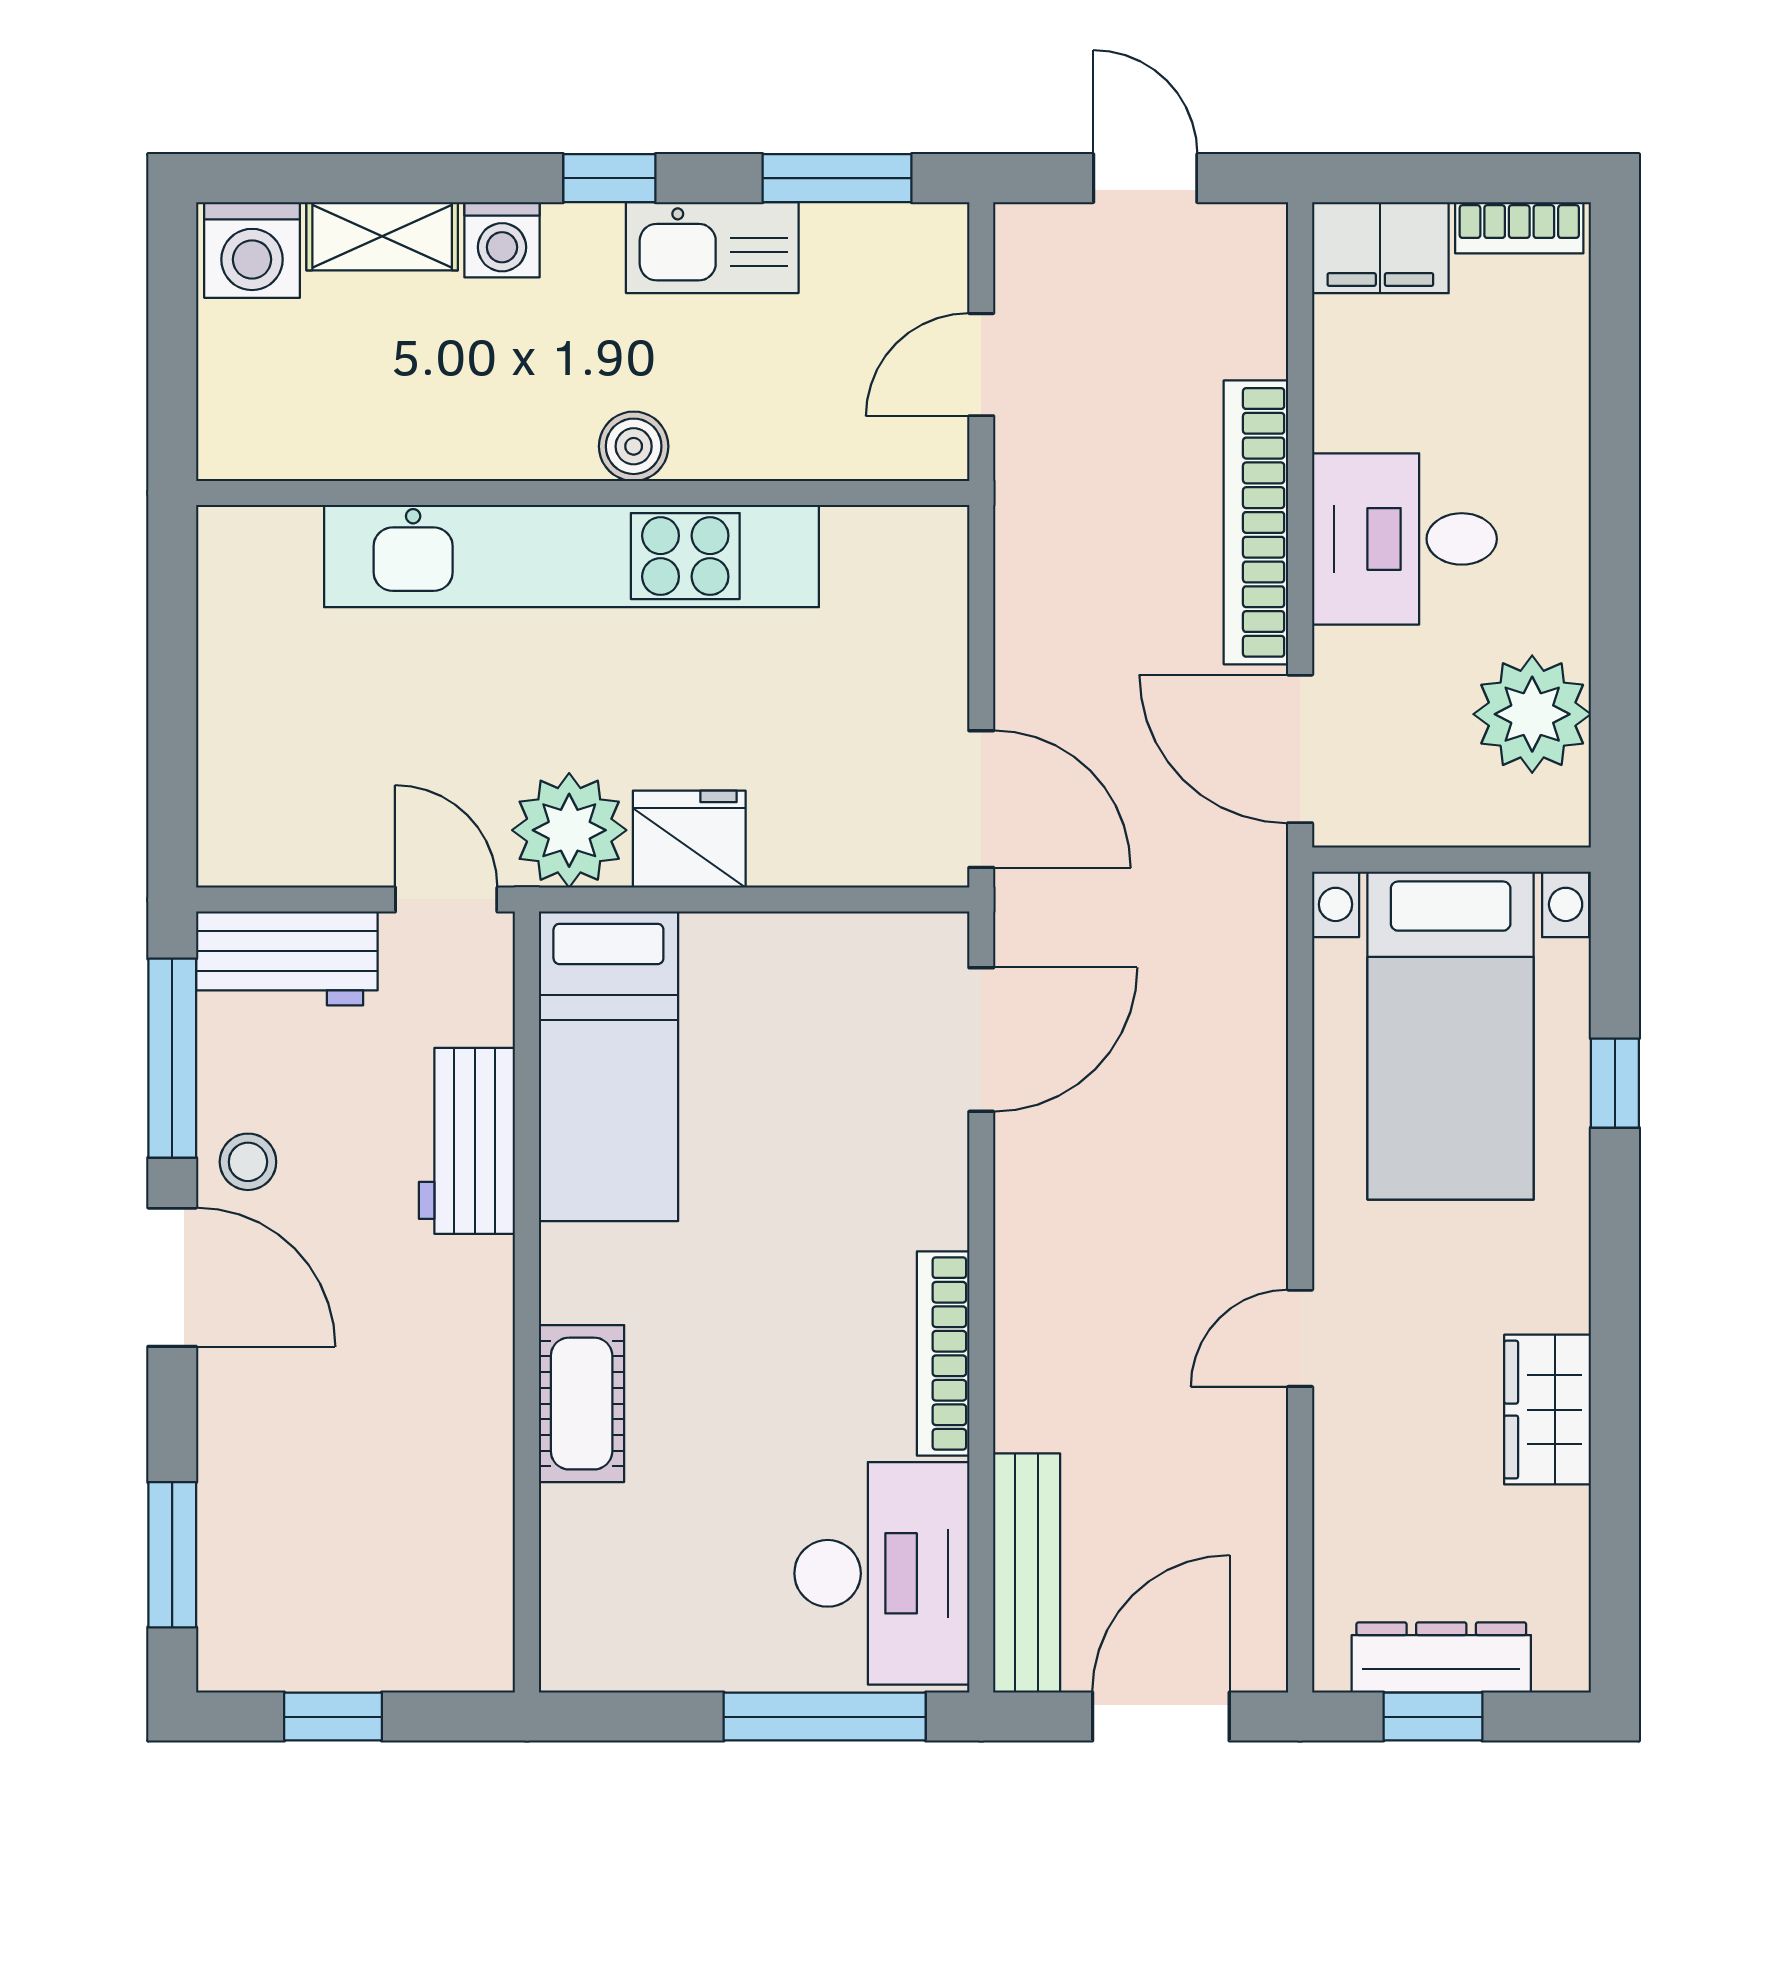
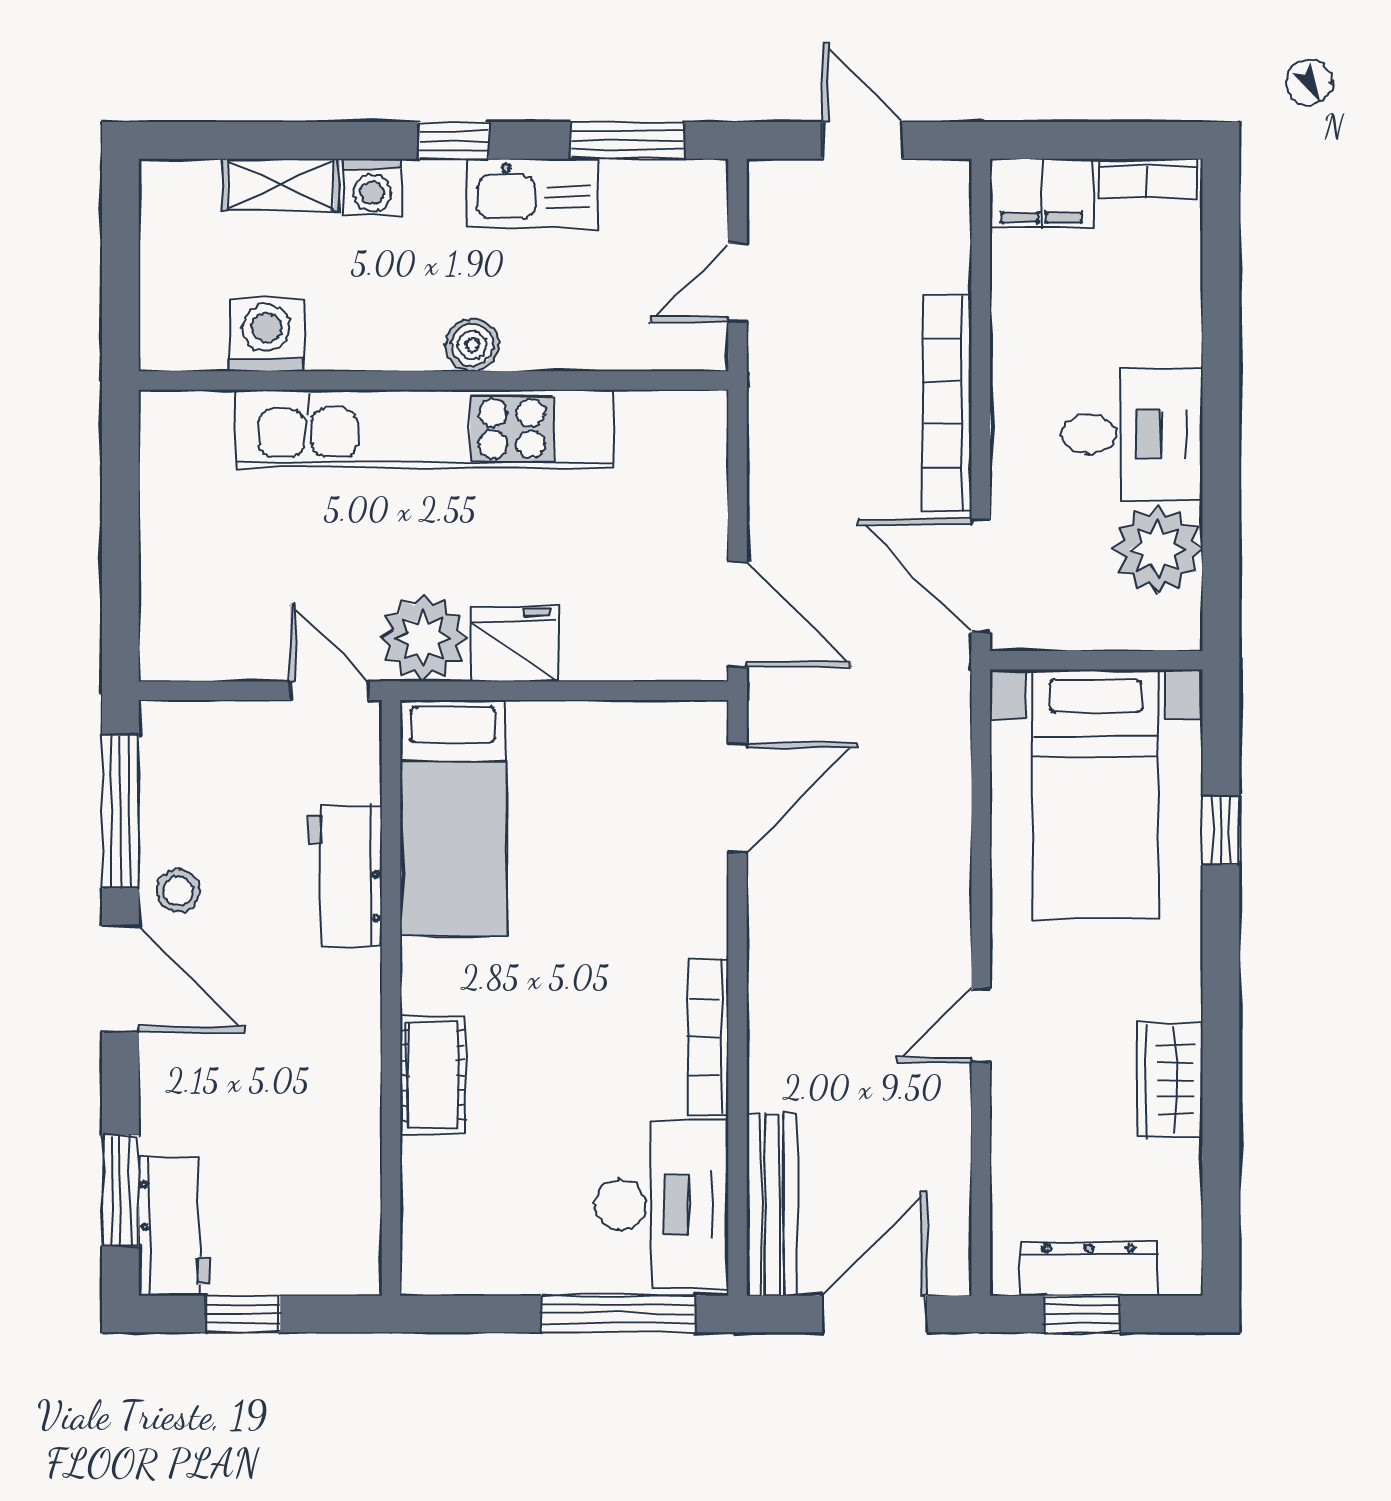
washing machine: (252, 250) -> (266, 335), moved, turned 180
desk: (1404, 539) -> (1132, 434), moved, turned 180
workbench: (287, 958) -> (174, 1226), moved, turned -90

